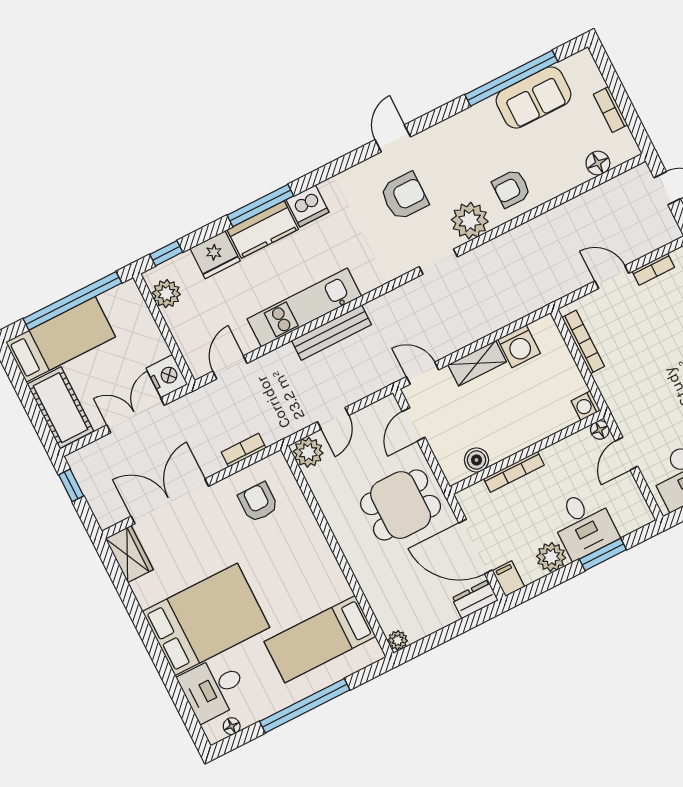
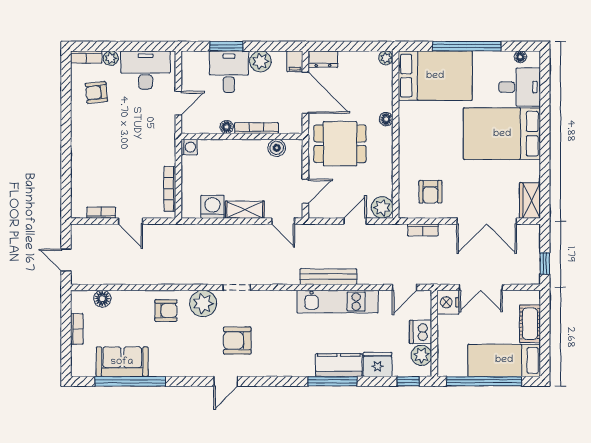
dishwasher: (308, 206) -> (421, 332), moved, turned -90
cot: (60, 408) -> (530, 324), width x0.73, depth x0.75
floor lamp: (600, 430) -> (227, 127), moved
floor lamp: (359, 564) -> (386, 119), added
bed: (320, 639) -> (435, 76), width x1.50

